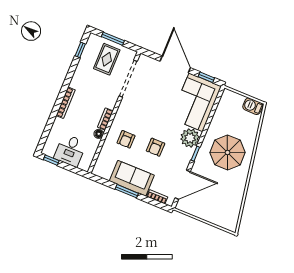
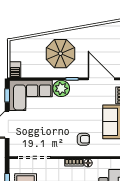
barbecue: (253, 106) -> (15, 70), moved
armchair: (156, 147) -> (80, 113), removed

